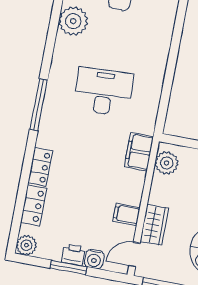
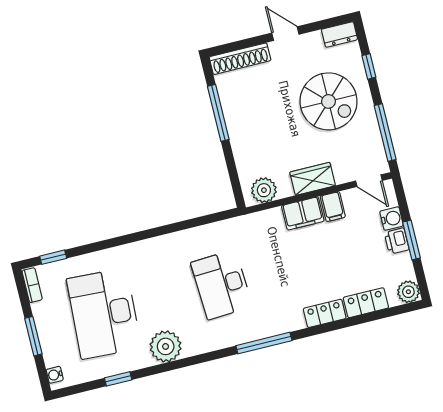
filing cabinet: (139, 152) -> (303, 213), moved
wardrobe: (154, 225) -> (313, 179), moved

